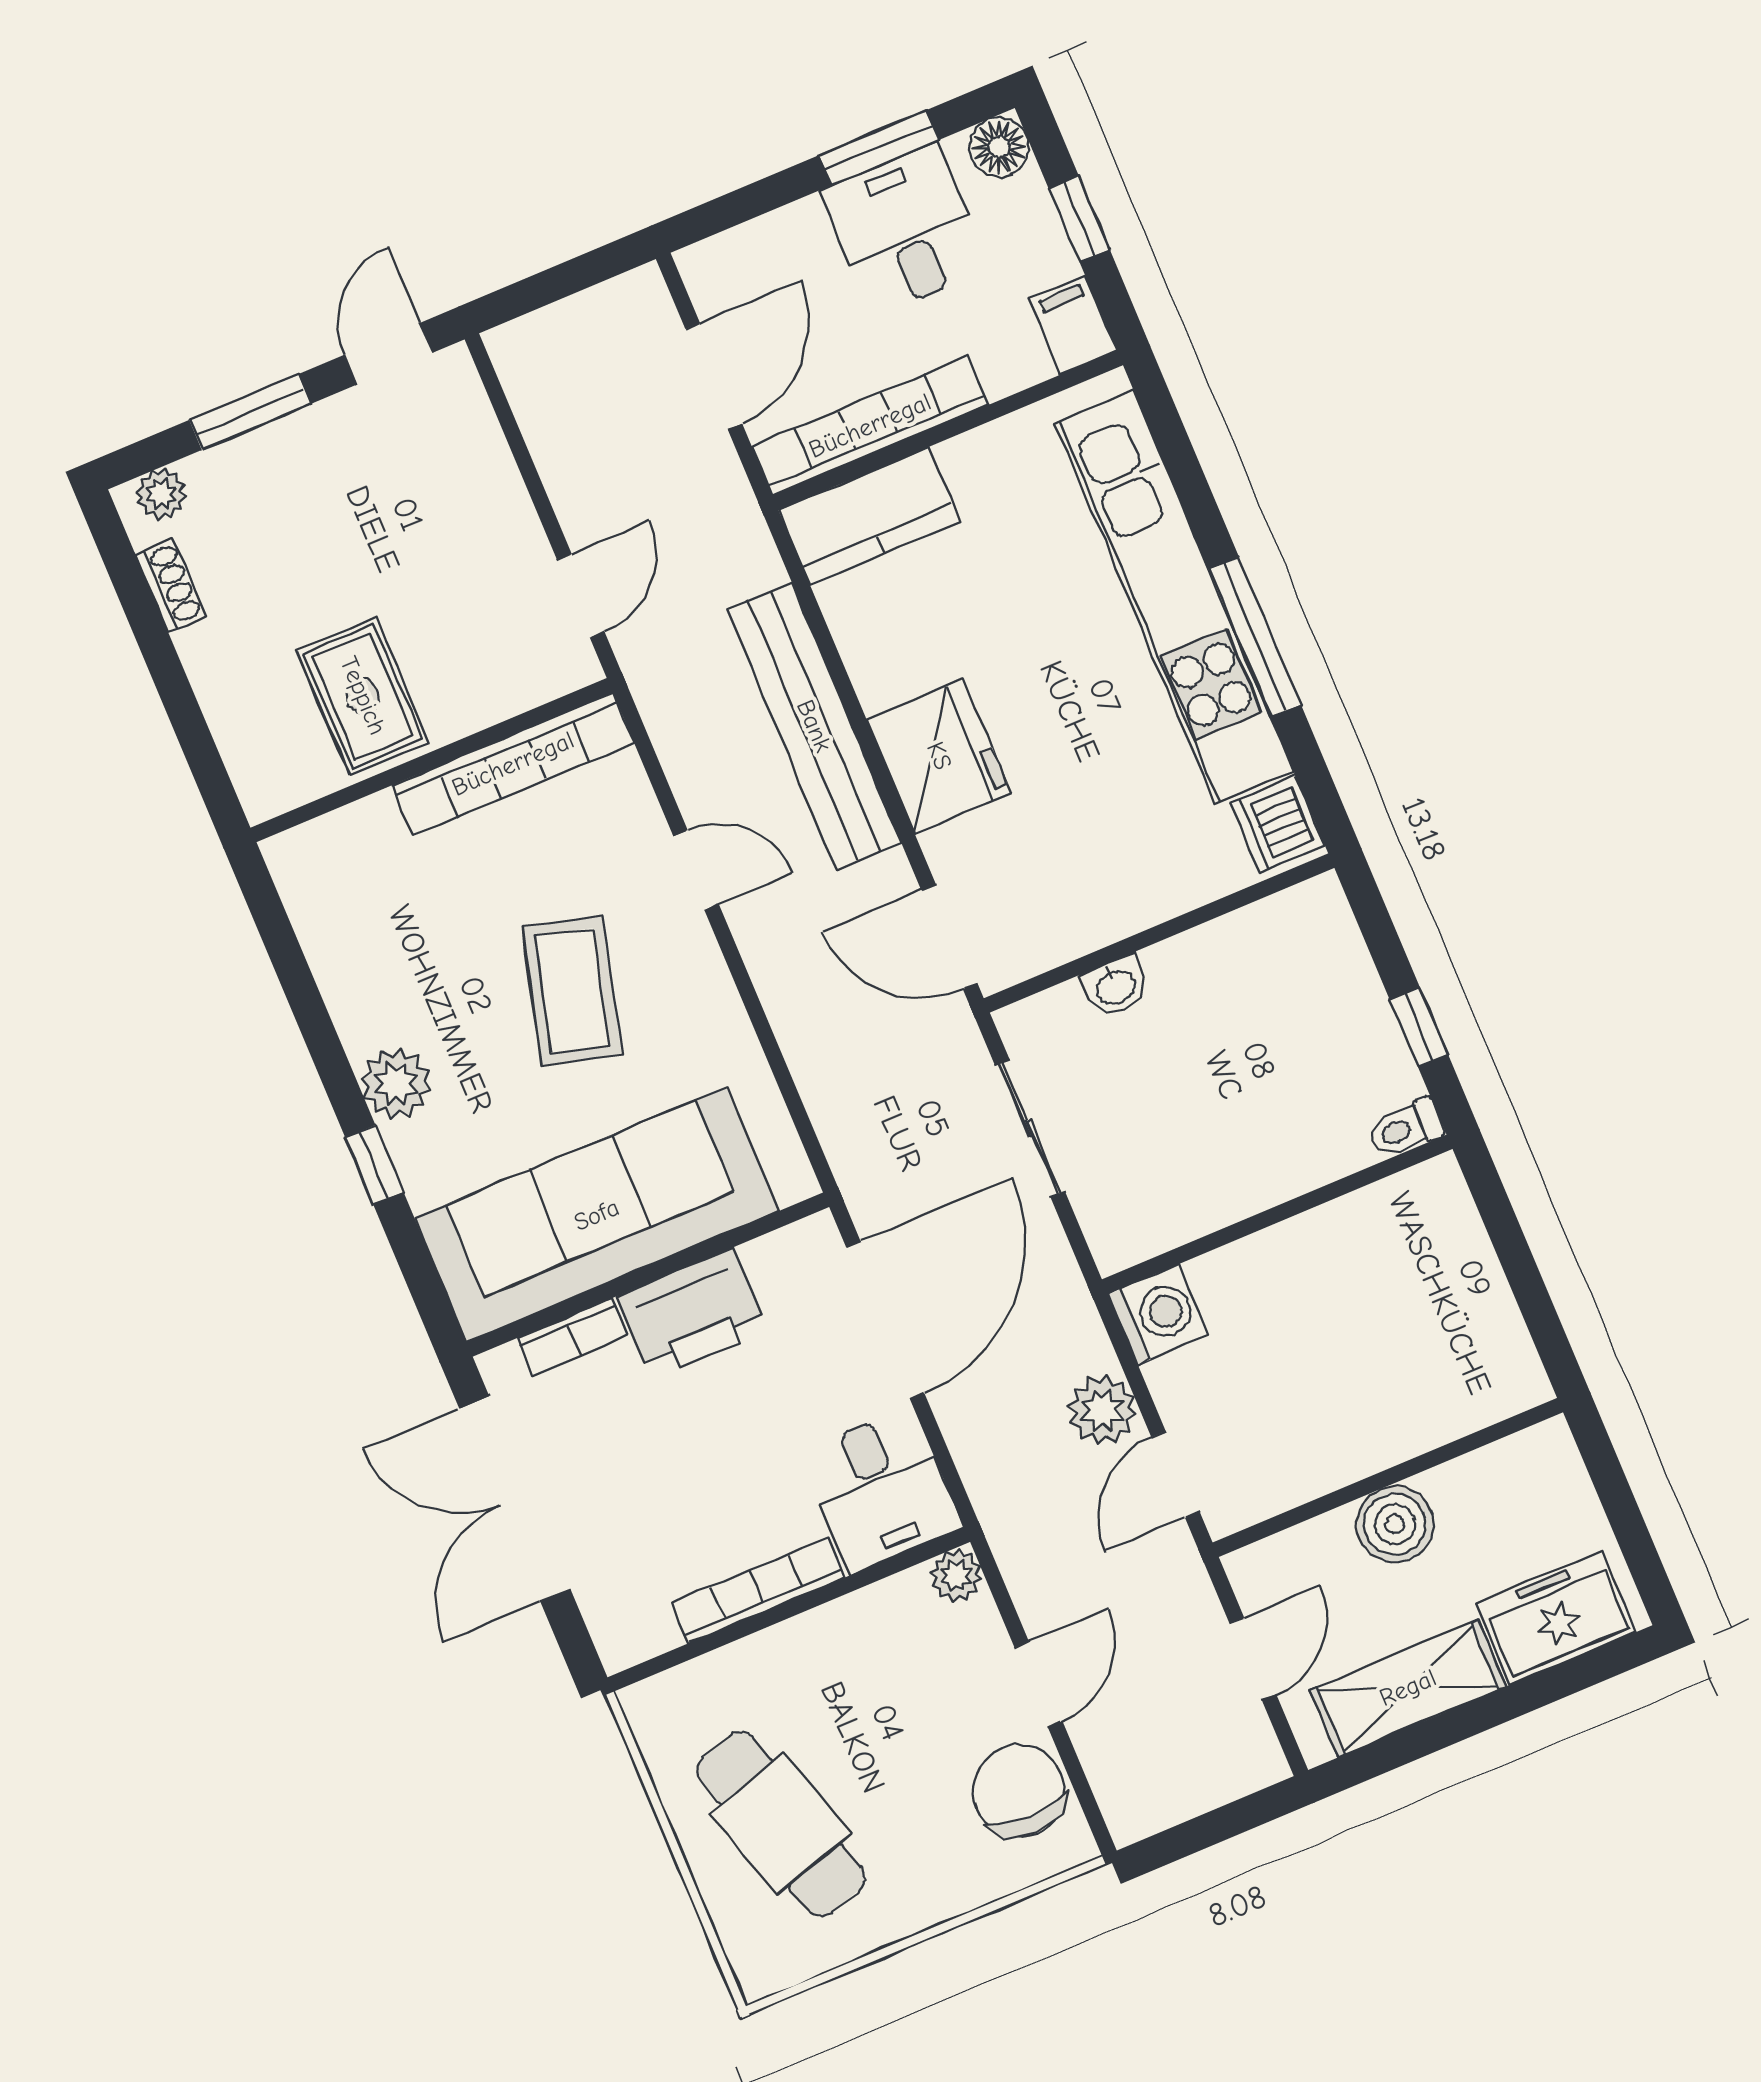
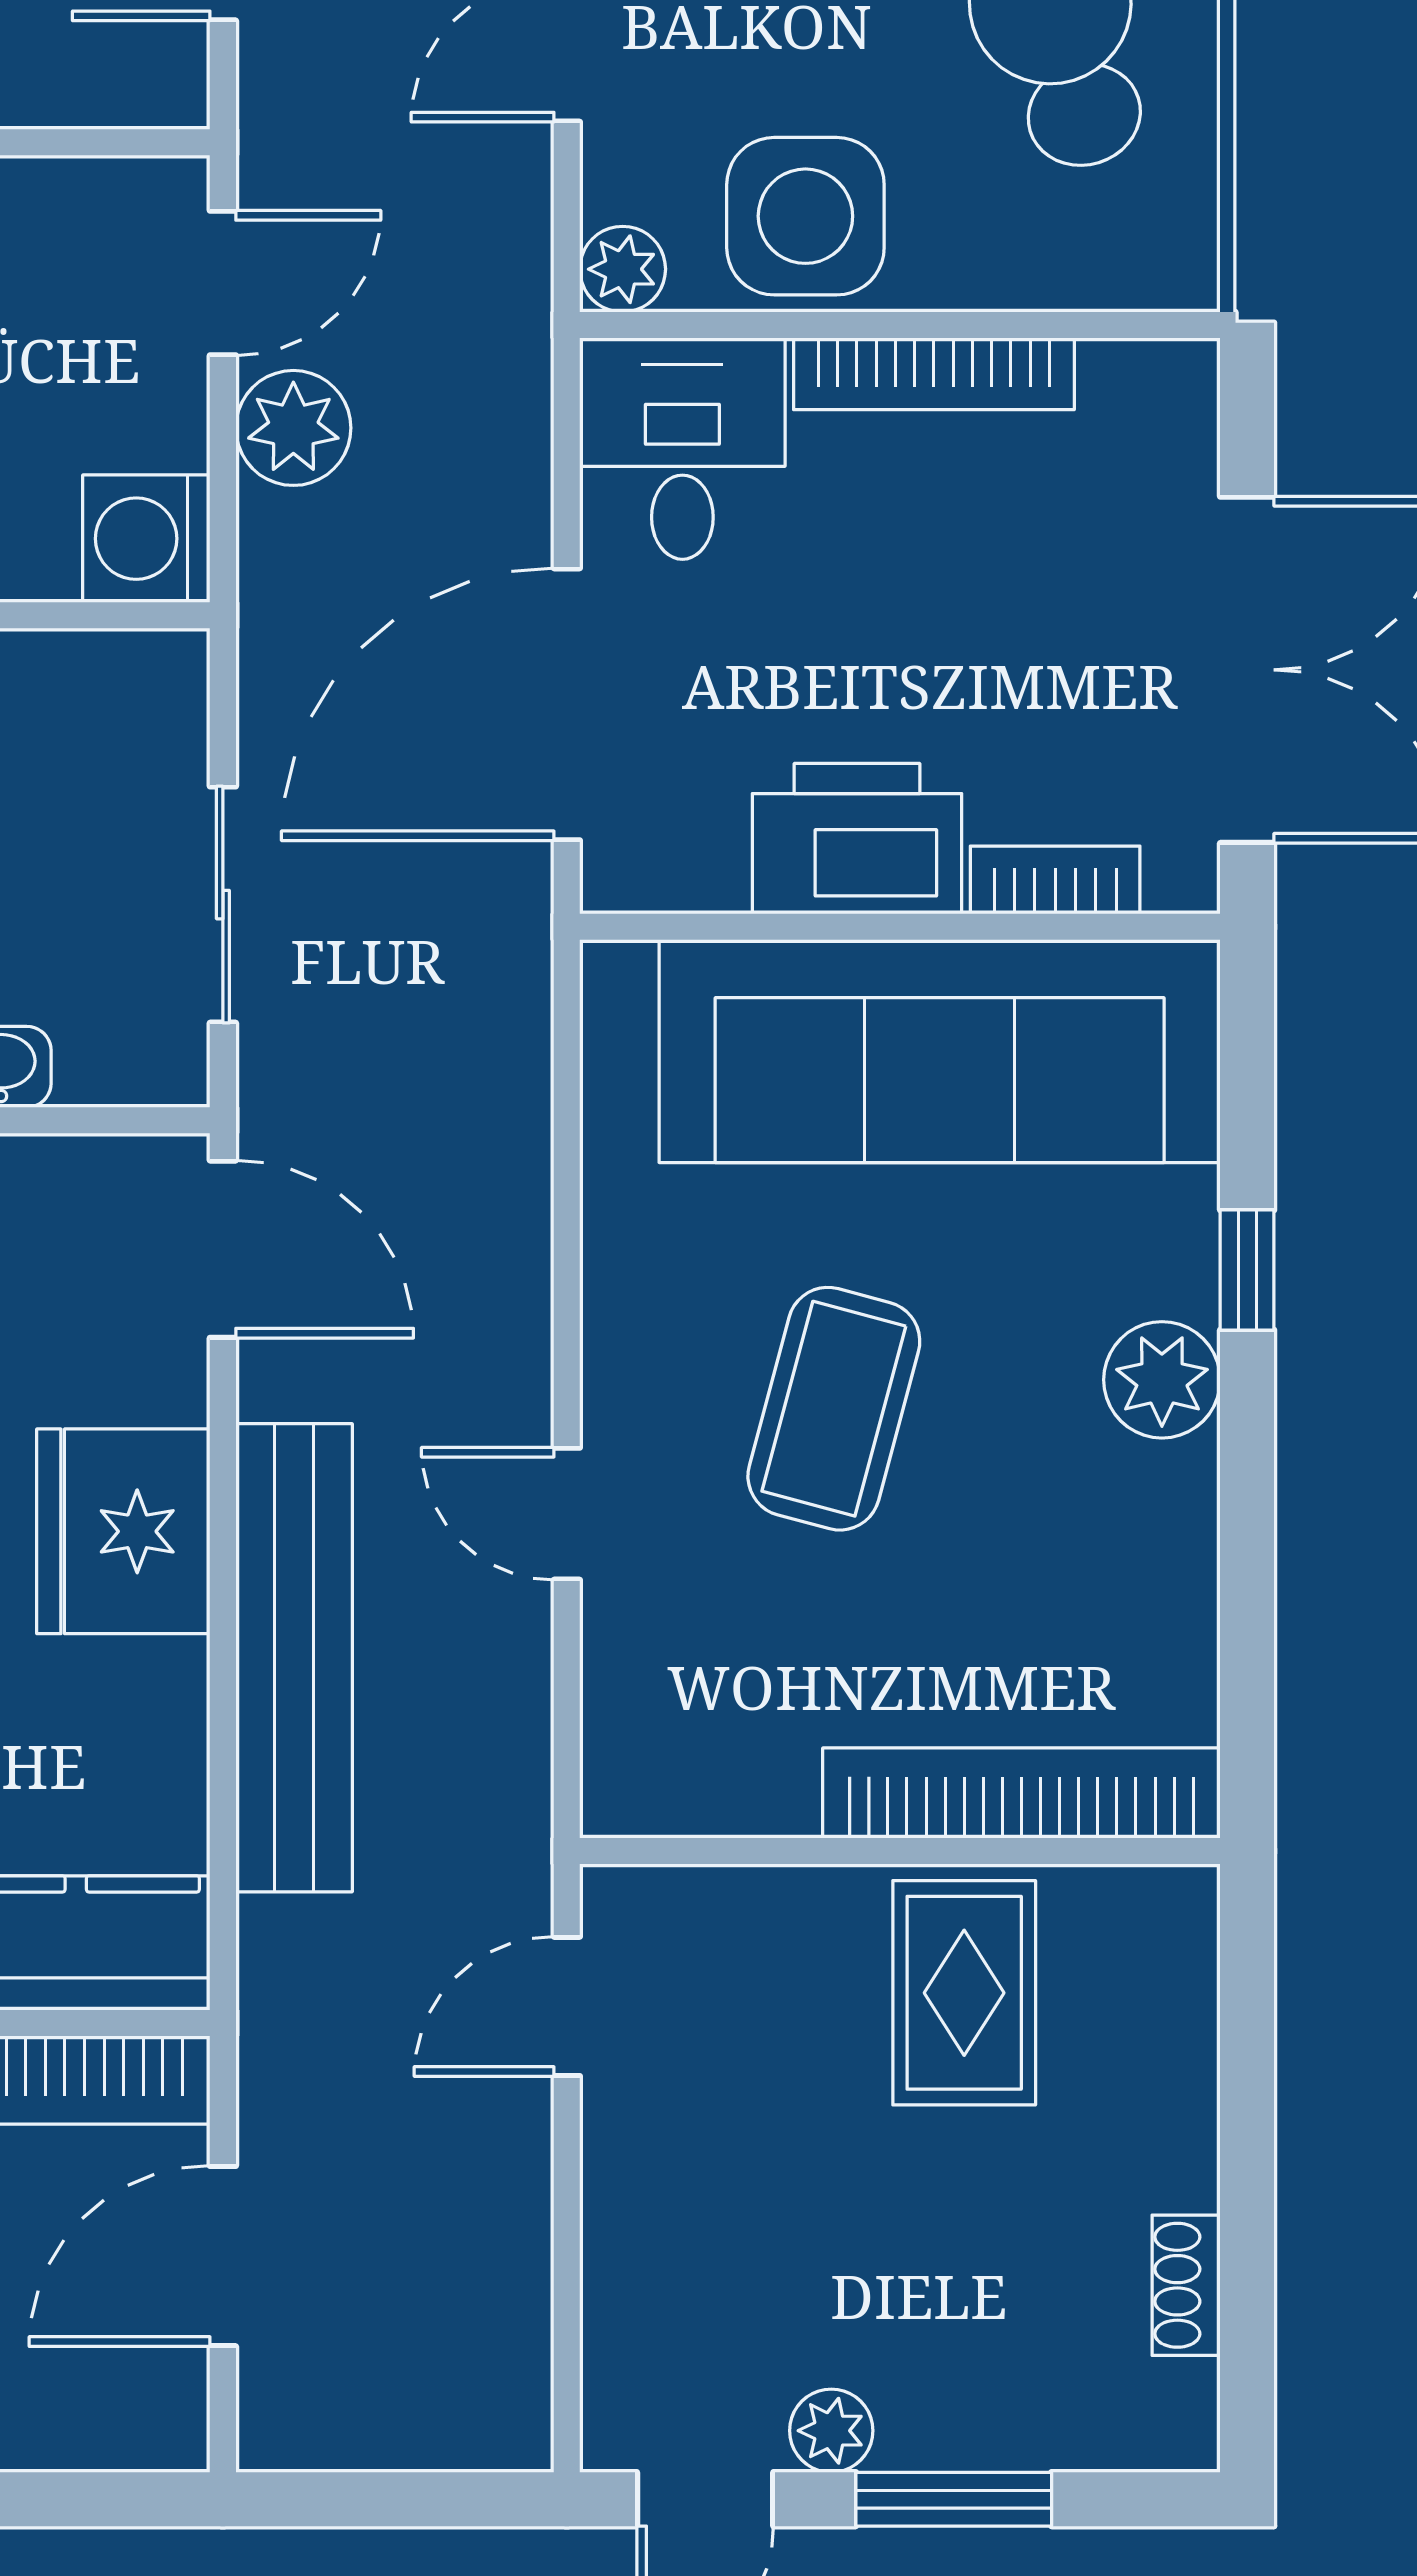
plant: (161, 494) -> (831, 2431), moved
bookcase: (513, 764) -> (1021, 1793), moved
side table: (867, 1648) -> (805, 216), added

